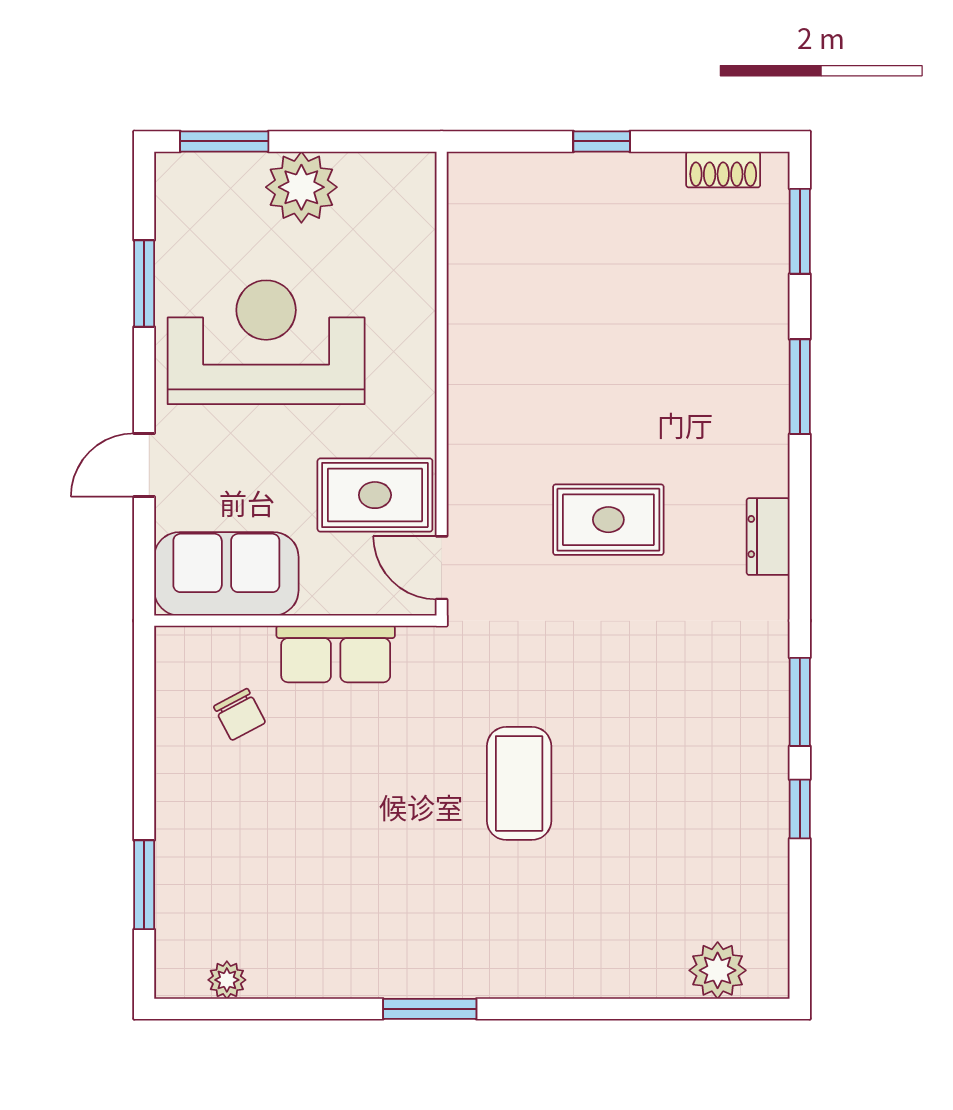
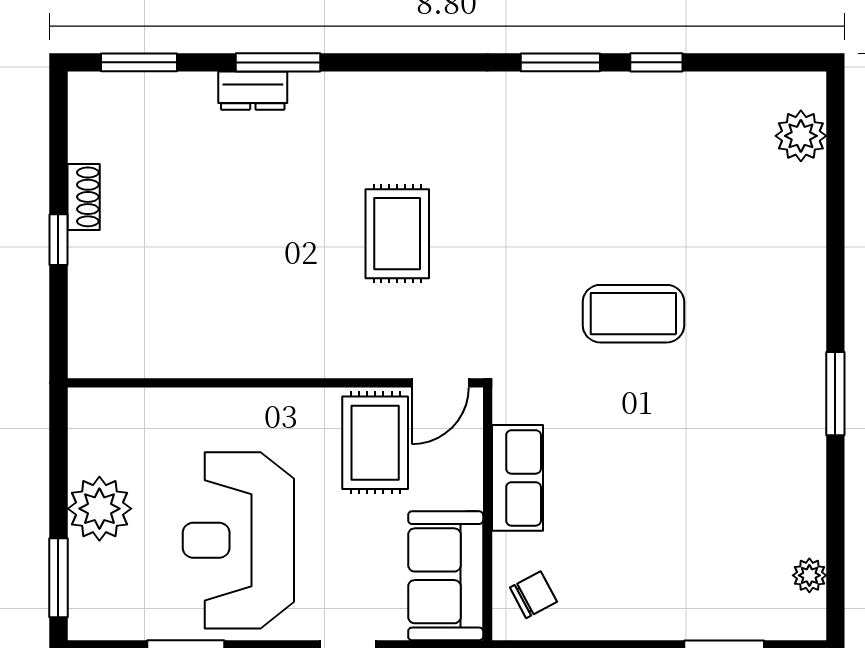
shoe rack: (723, 170) -> (84, 197), moved
dresser: (768, 537) -> (253, 91), moved
chair: (240, 714) -> (533, 595), moved

